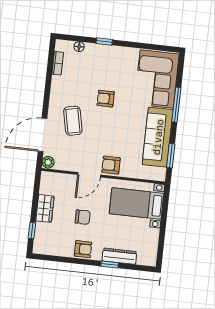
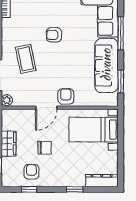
armchair: (111, 165) -> (66, 96), turned 90
armchair: (83, 249) -> (31, 172), moved, turned -90
dresser: (119, 256) -> (102, 181), moved
window: (61, 259) -> (29, 189), added

